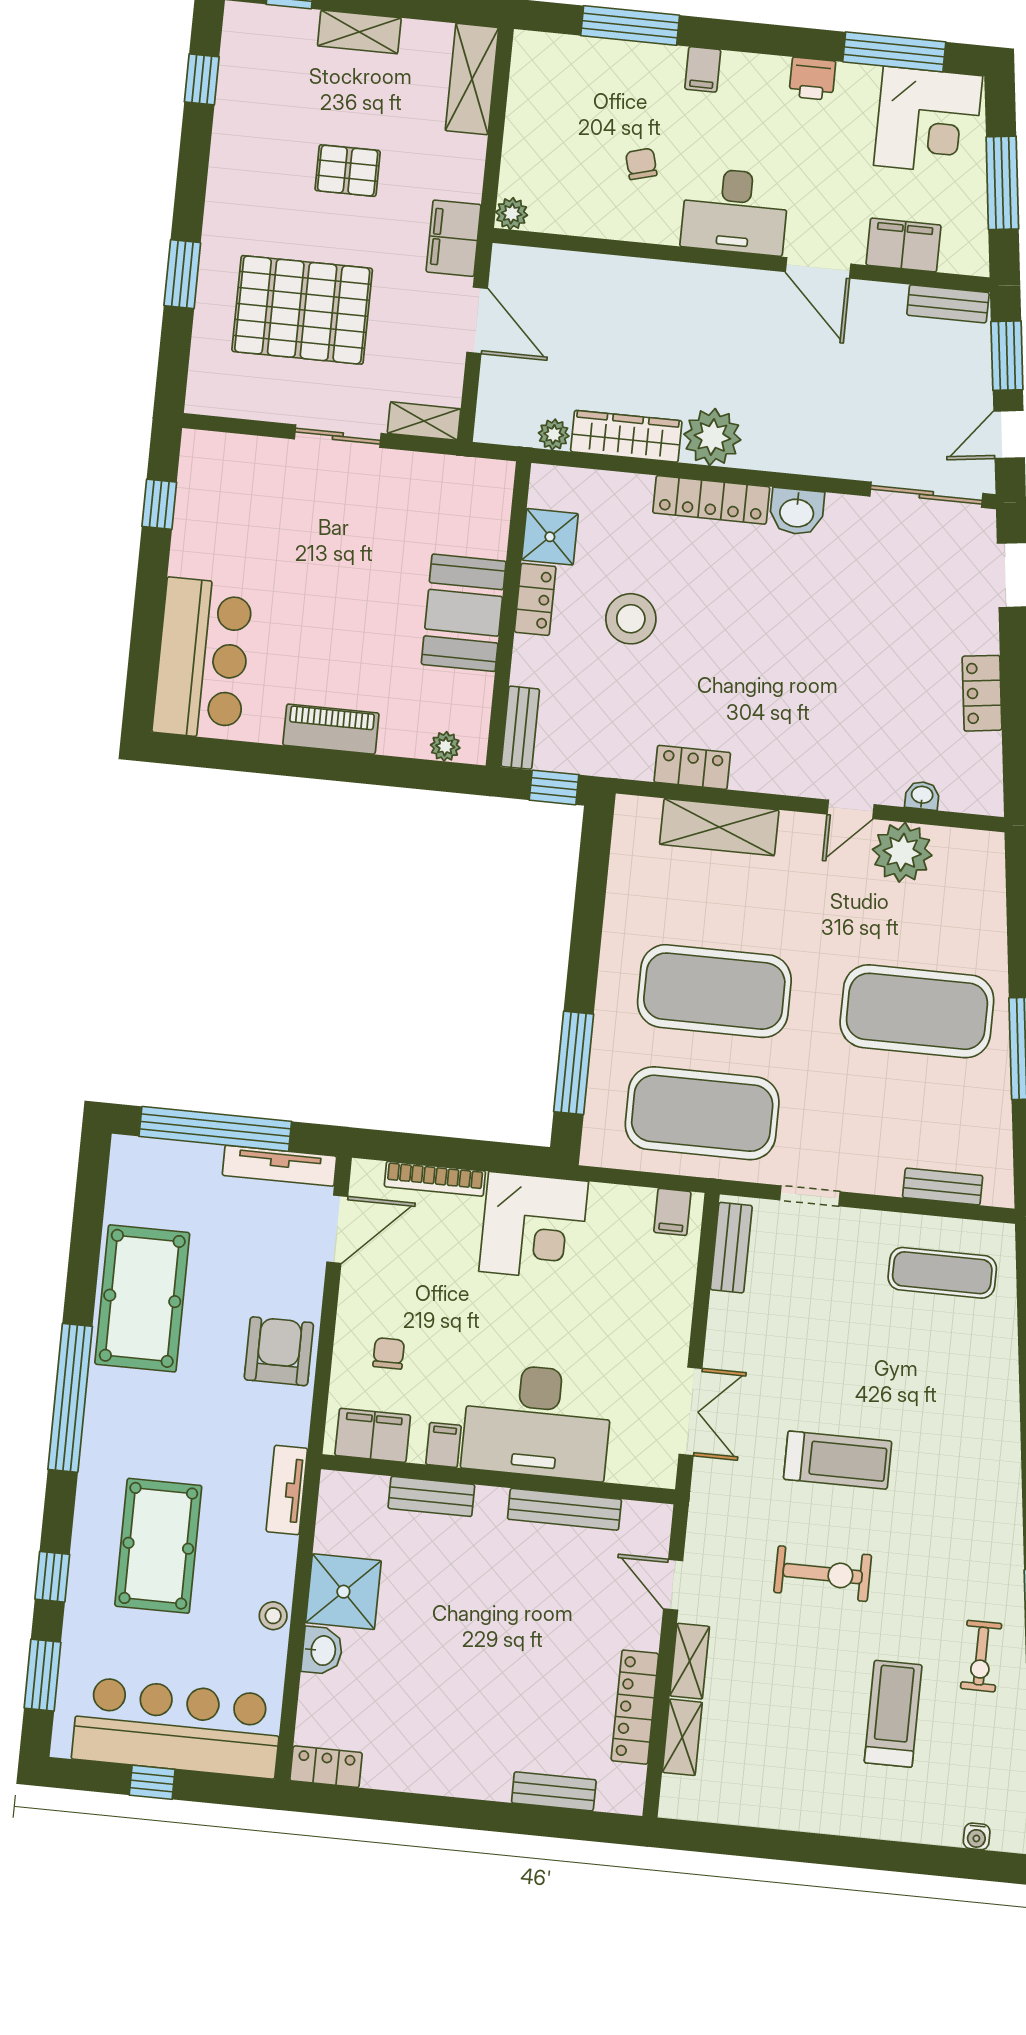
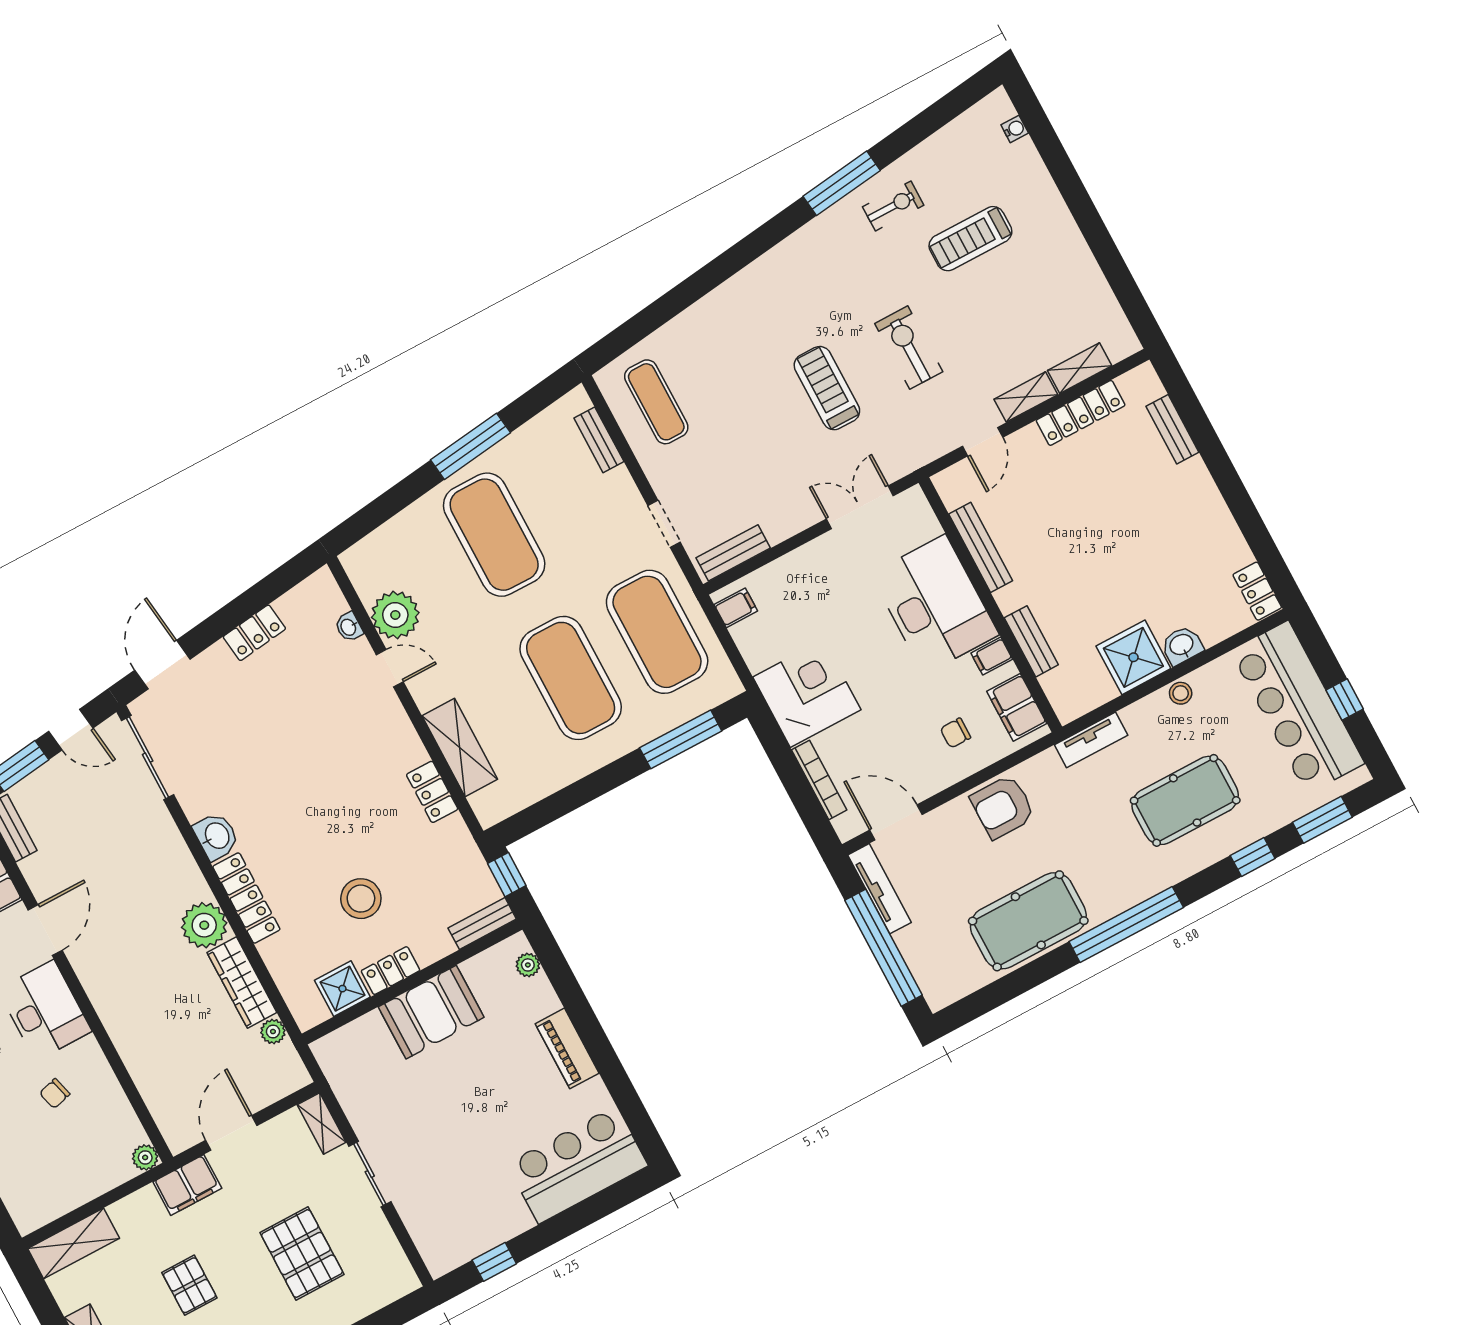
pallet: (302, 310) -> (302, 1254), width x0.73, depth x0.71

